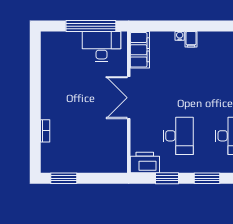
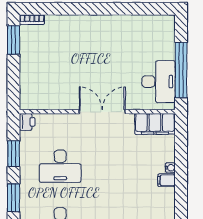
bookcase: (45, 131) -> (32, 20), moved
printer: (145, 162) -> (27, 122), width x0.53, depth x0.68

